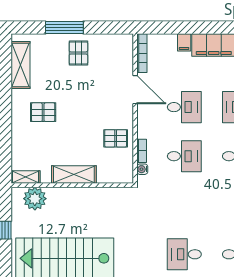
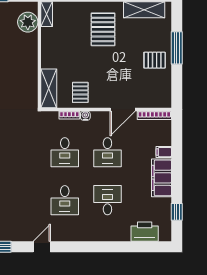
pallet: (43, 112) -> (103, 29), width x1.50, depth x1.42
water cooler: (142, 169) -> (85, 116), moved
shelving: (74, 175) -> (49, 88), moved

